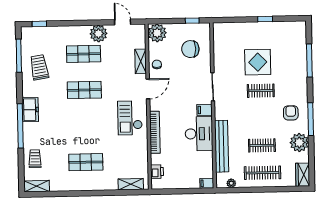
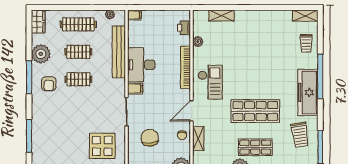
chair: (190, 49) -> (150, 138), moved, turned -96
display table: (258, 62) -> (102, 146), moved
shop shelf: (84, 90) -> (255, 111), width x1.43, depth x1.36
clothes rail: (261, 91) -> (78, 79), moved
freezer: (30, 110) -> (308, 93), width x1.91, depth x1.26
plant: (143, 158) -> (198, 42), added
shop shelf: (86, 162) -> (255, 39), removed
shelving: (131, 184) -> (221, 16), moved

